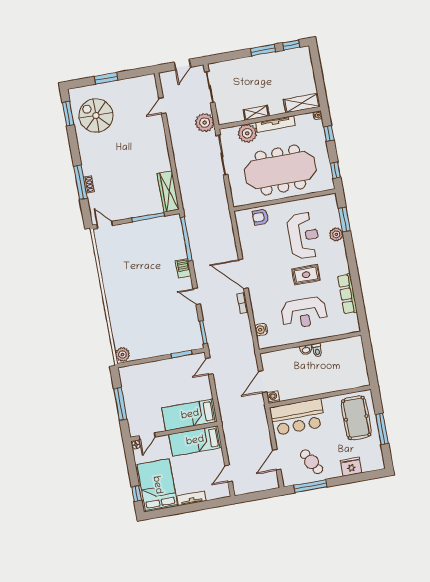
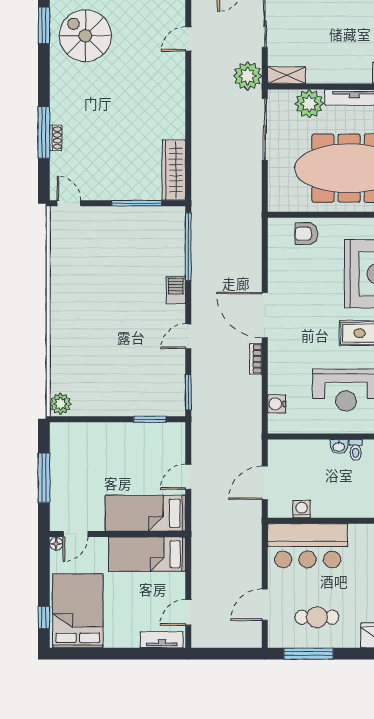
shelving: (256, 113) -> (287, 75), moved
door: (197, 296) -> (188, 336), hinge flipped
door: (209, 366) -> (188, 477), moved
washing machine: (273, 397) -> (302, 509), moved
cafe table: (312, 462) -> (317, 617), turned -60
tv unit: (191, 498) -> (162, 640), moved

